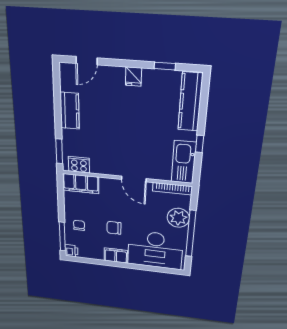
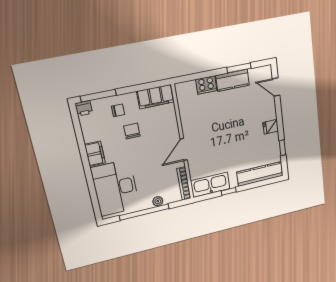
window: (59, 151) -> (239, 68), moved
cooker: (79, 165) -> (206, 85), moved, turned 90
filing cabinet: (81, 184) -> (156, 97), moved, turned -90
plant: (178, 218) -> (158, 201), width x0.53, depth x0.53
chair: (114, 228) -> (132, 131), moved

